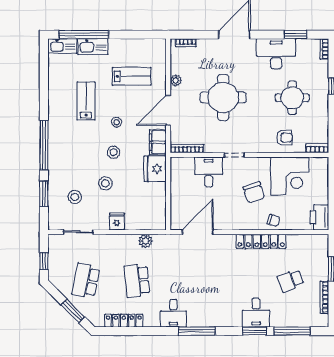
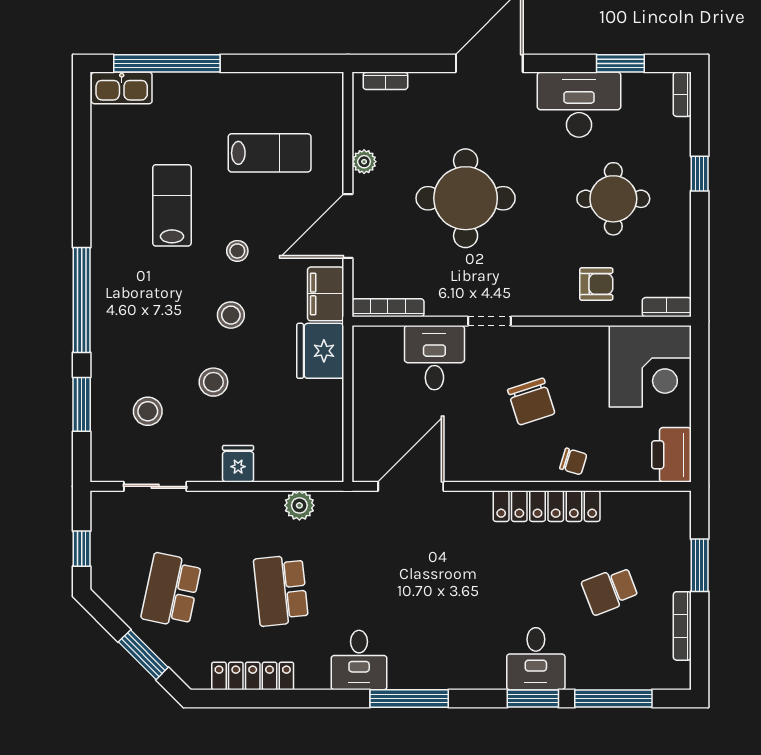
kitchen sink: (93, 46) -> (186, 89), removed
corner desk: (290, 176) -> (650, 366), moved

